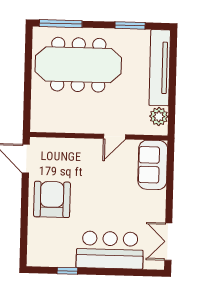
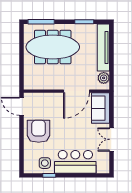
door: (115, 137) -> (76, 91), width x1.88
double door: (168, 242) -> (112, 139), moved
side table: (61, 251) -> (45, 163), added

